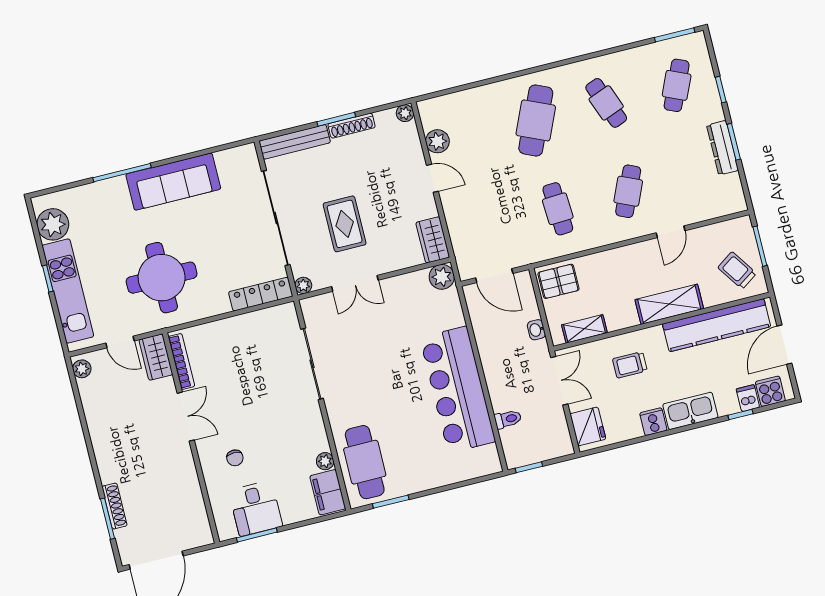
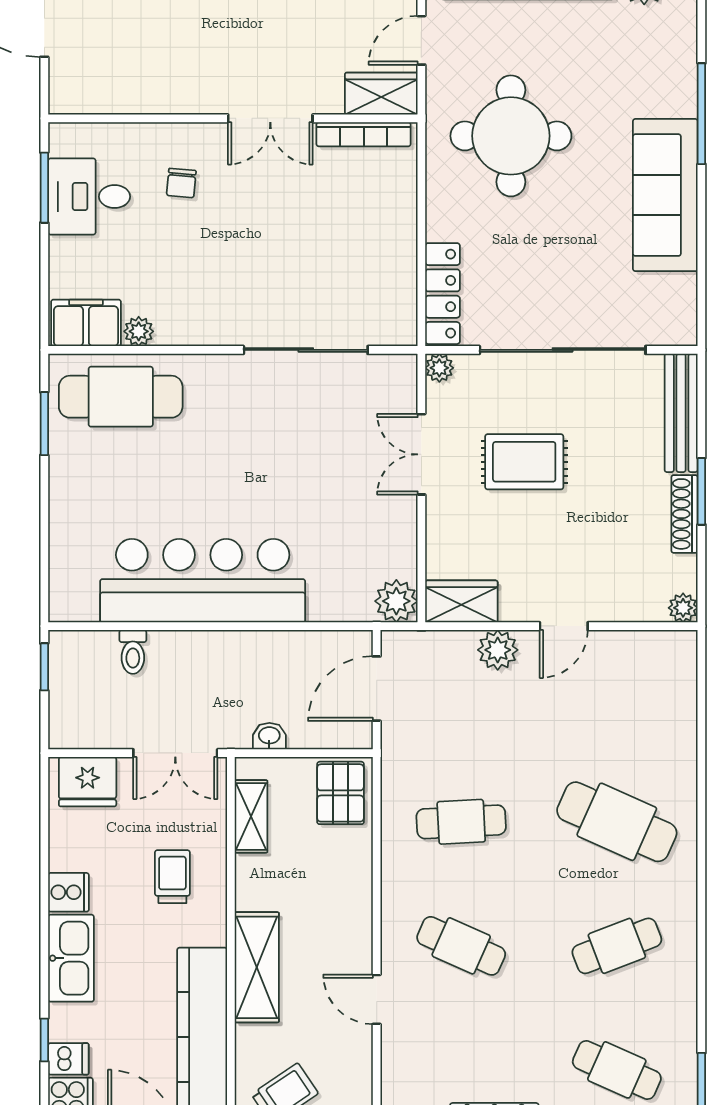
plant: (437, 141) -> (498, 650), moved
chair: (235, 458) -> (181, 183), turned -85

